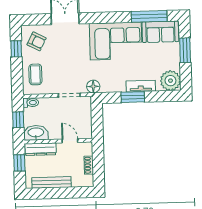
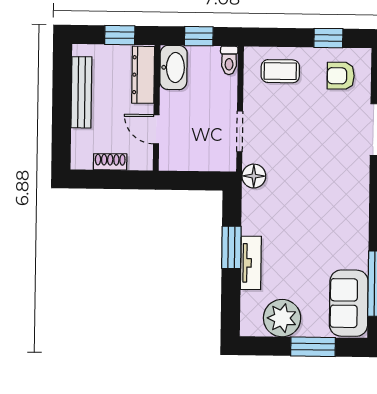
armchair: (37, 41) -> (341, 76), turned 63
corner sofa: (116, 41) -> (335, 221), removed
plant: (170, 81) -> (282, 318), moved
door: (70, 141) -> (156, 129), swing flipped

